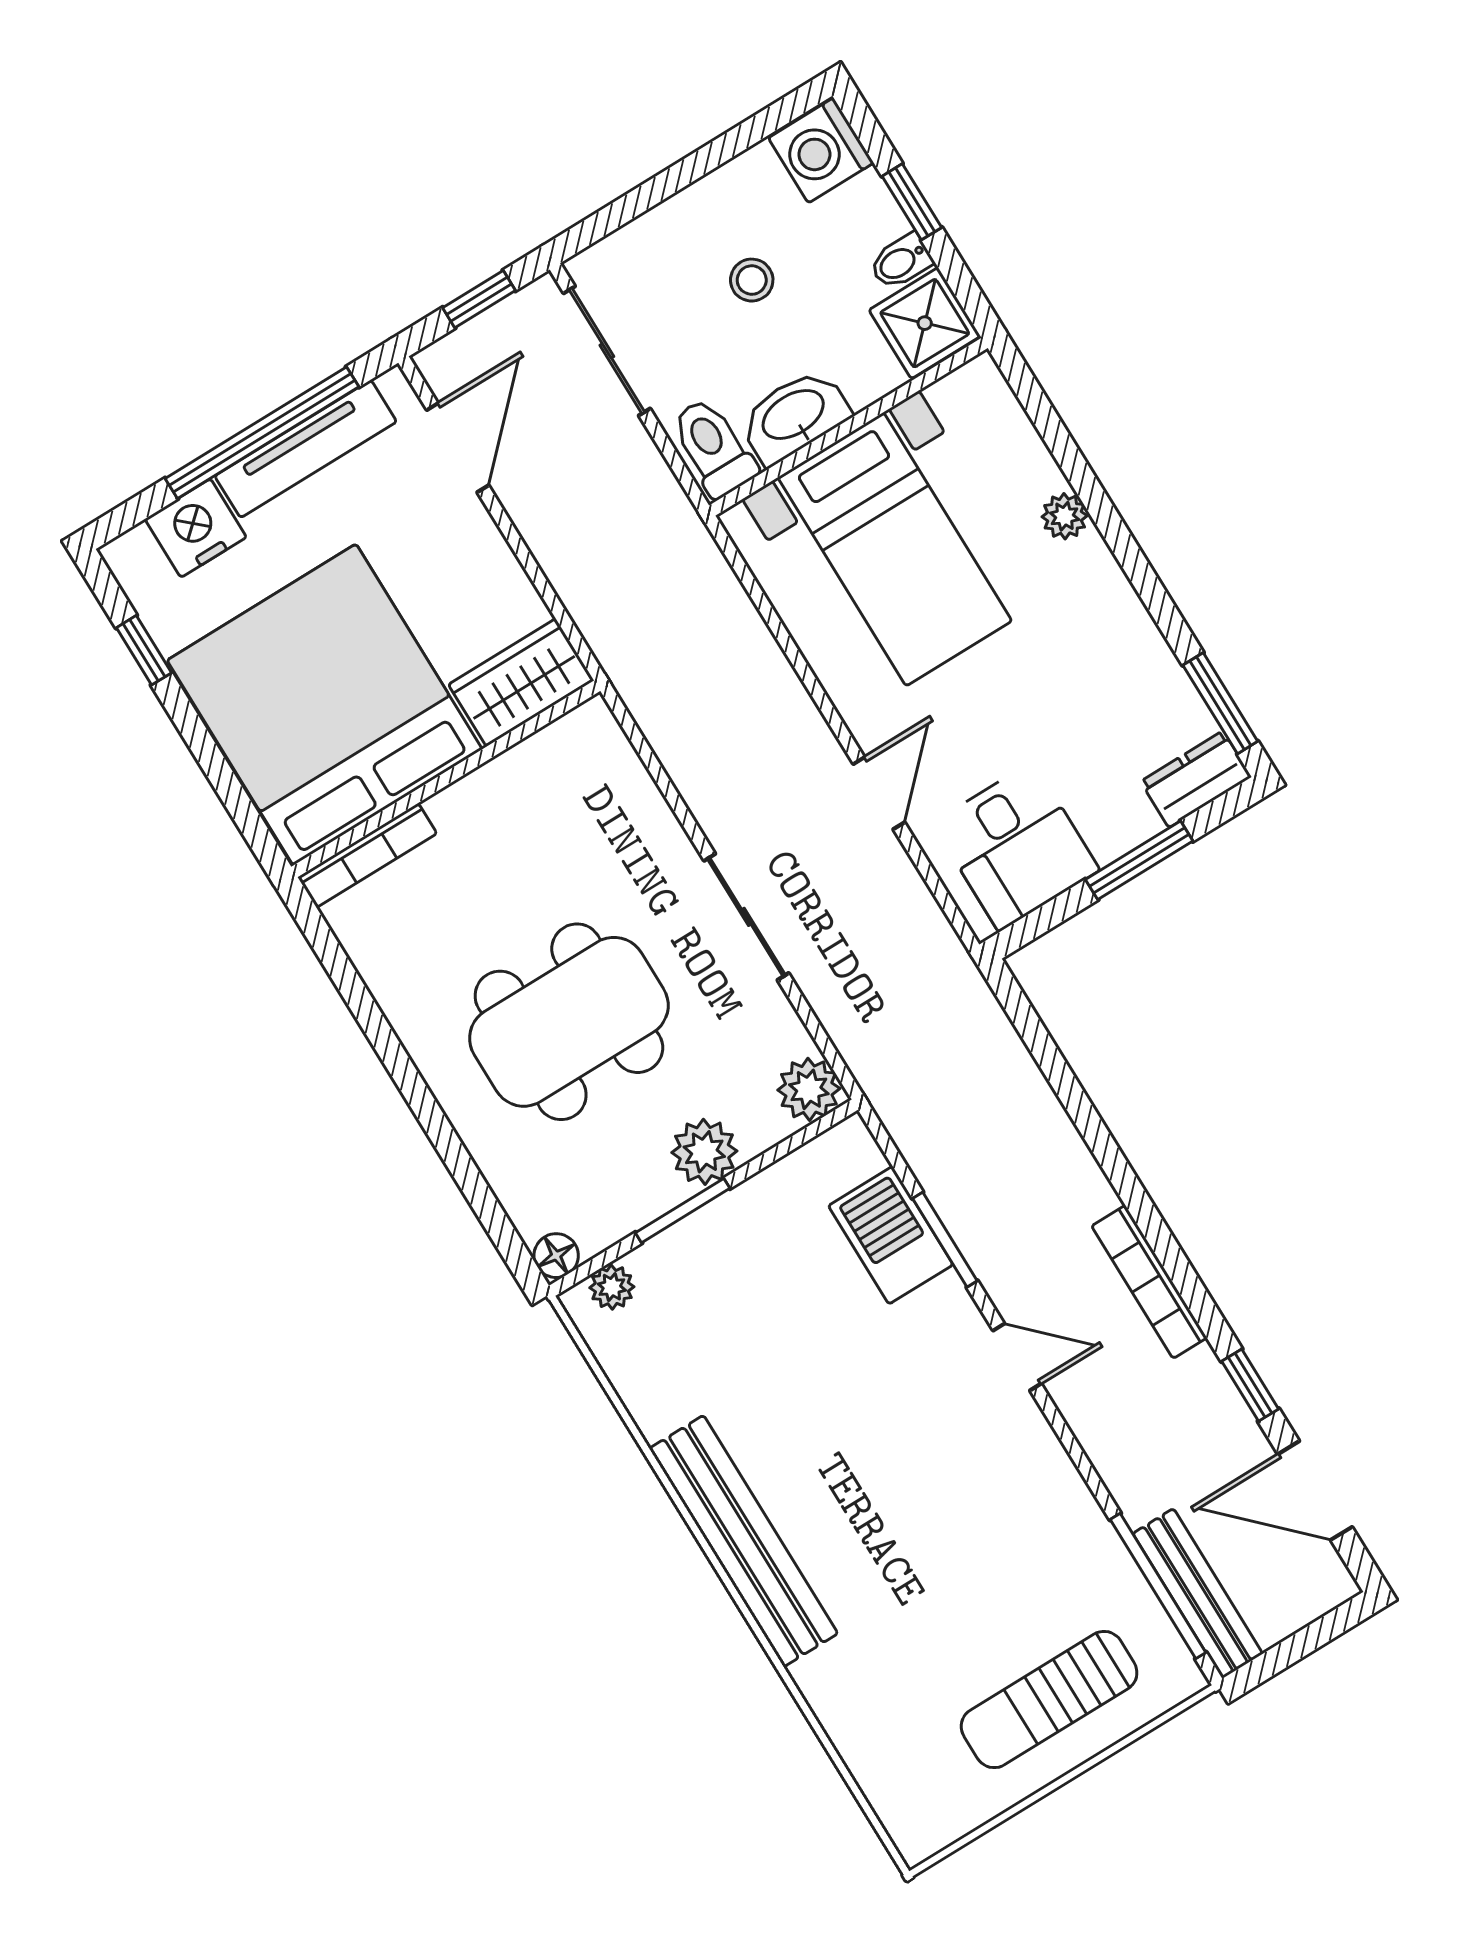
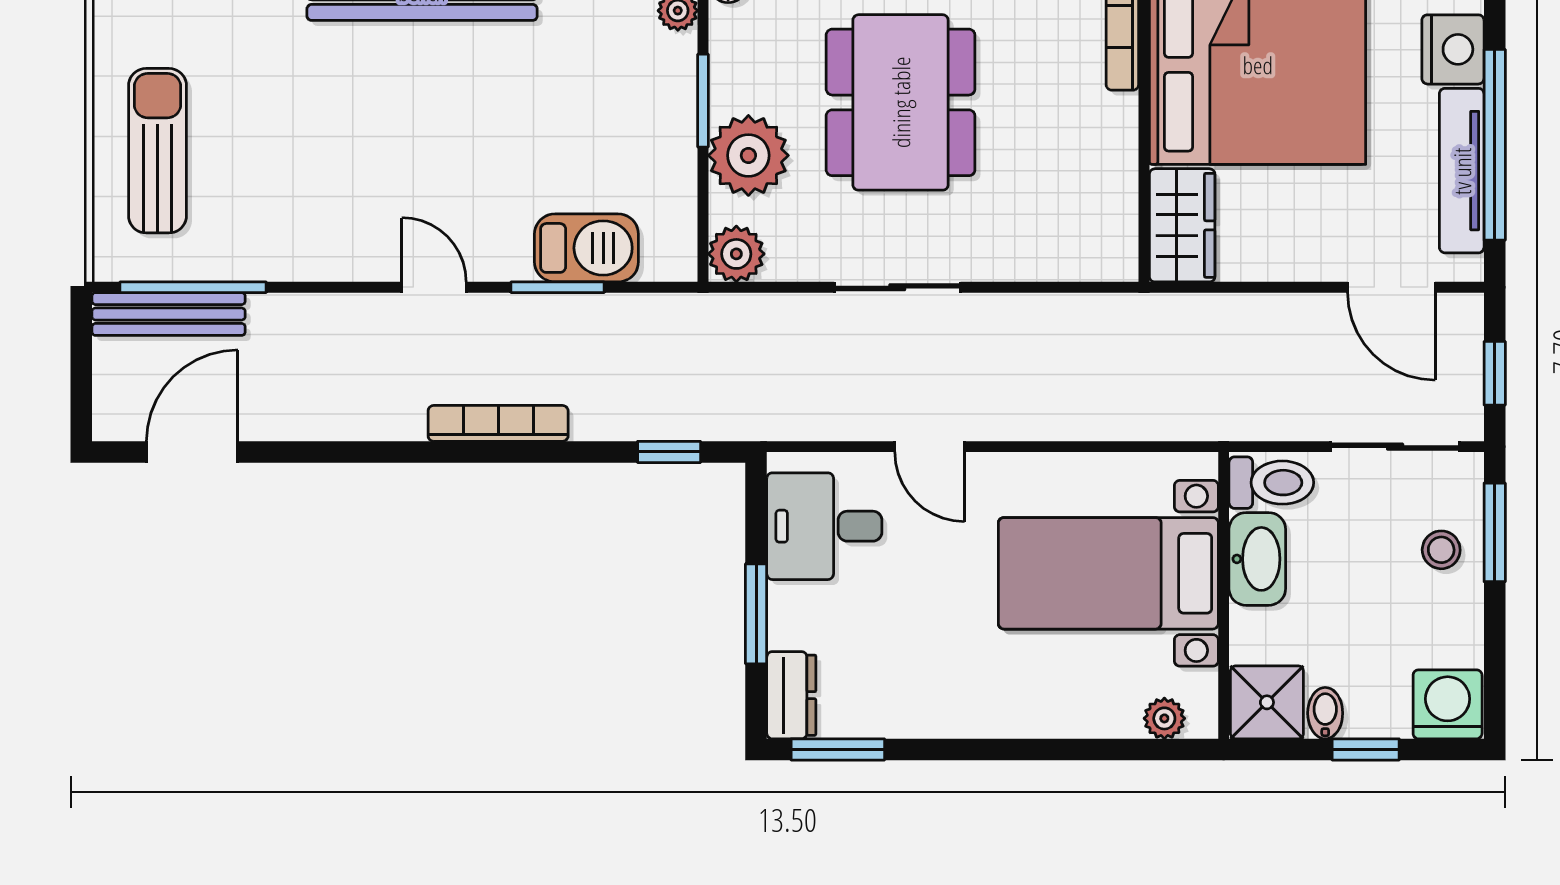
window: (630, 206) -> (1495, 532), added
stool: (752, 280) -> (1441, 550), moved
plant: (1065, 516) -> (1164, 718), moved
plant: (704, 1152) -> (748, 155), width x1.36, depth x1.36
bookcase: (1149, 1282) -> (498, 423), moved
door: (1017, 1357) -> (434, 287), swing flipped
window: (1250, 1385) -> (669, 452), moved

